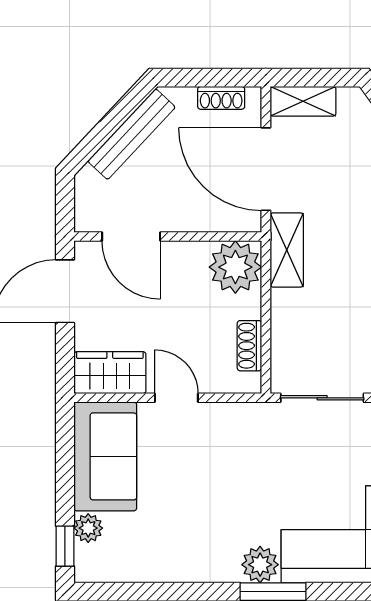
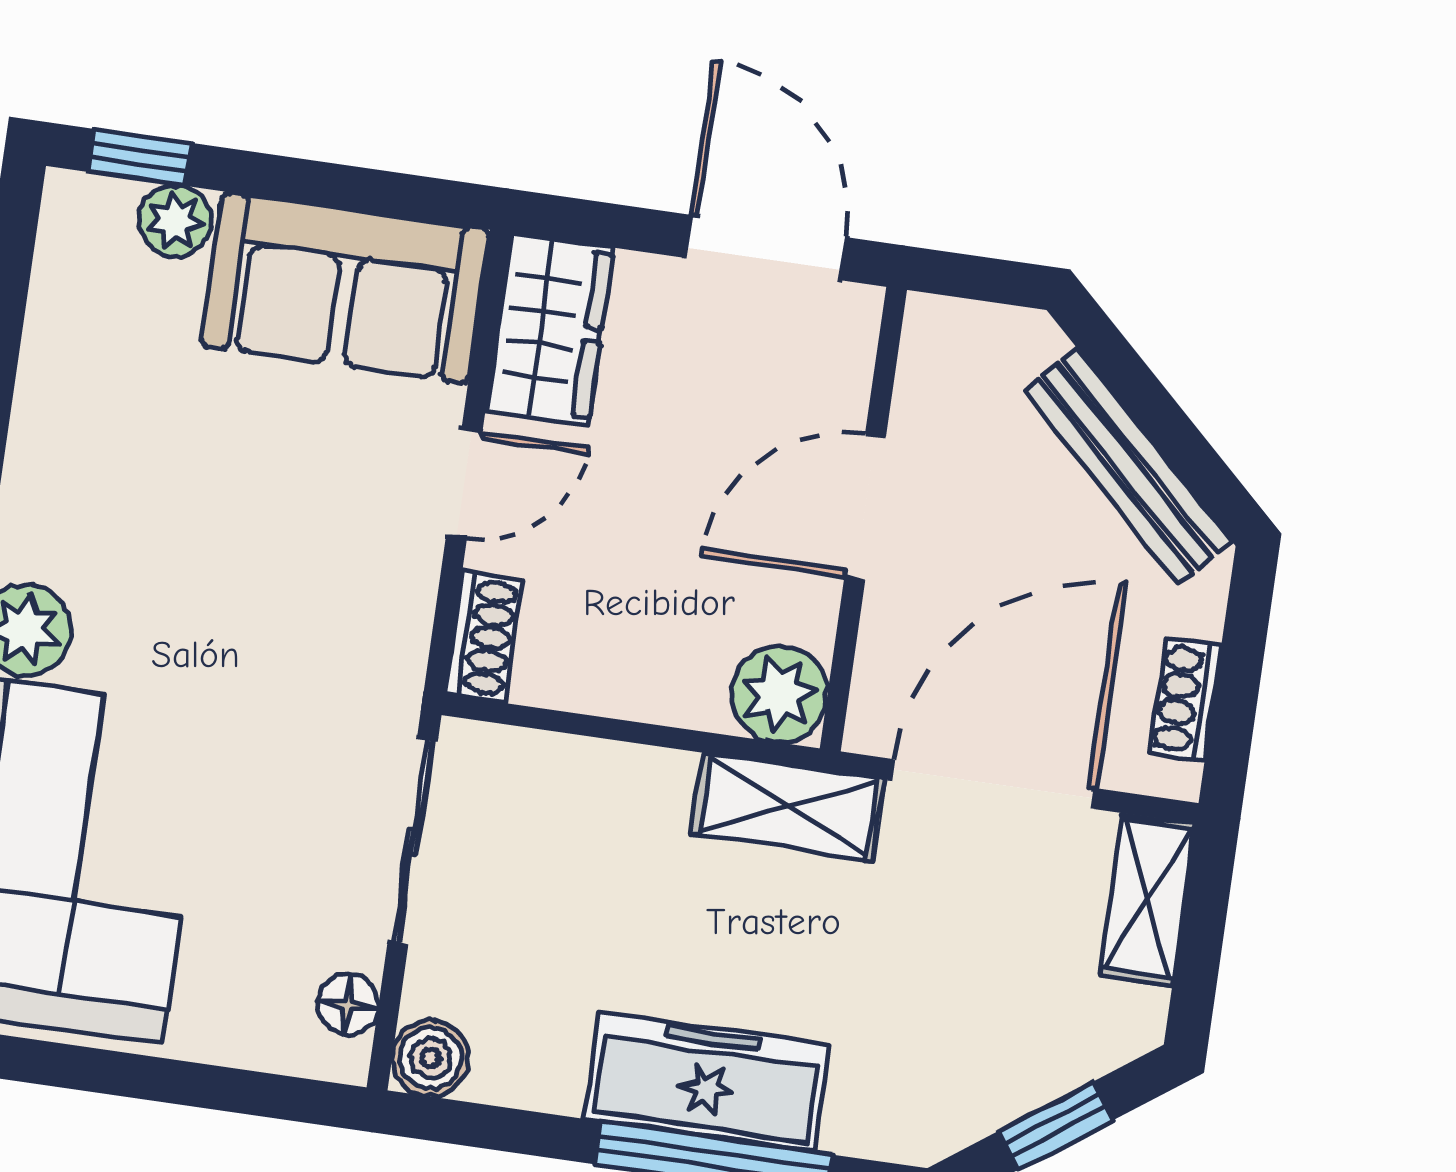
door: (131, 236) -> (865, 507), moved
plant: (235, 267) -> (779, 694), width x0.73, depth x0.73
shoe rack: (249, 346) -> (483, 637), moved, turned 90

